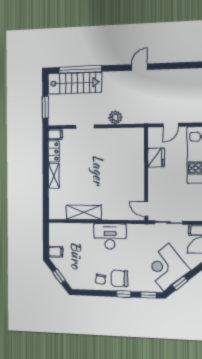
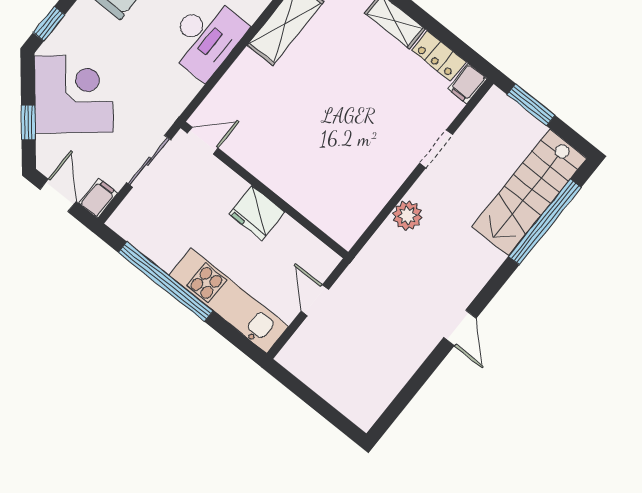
fridge: (156, 157) -> (257, 213), moved
window: (180, 283) -> (28, 123), moved

